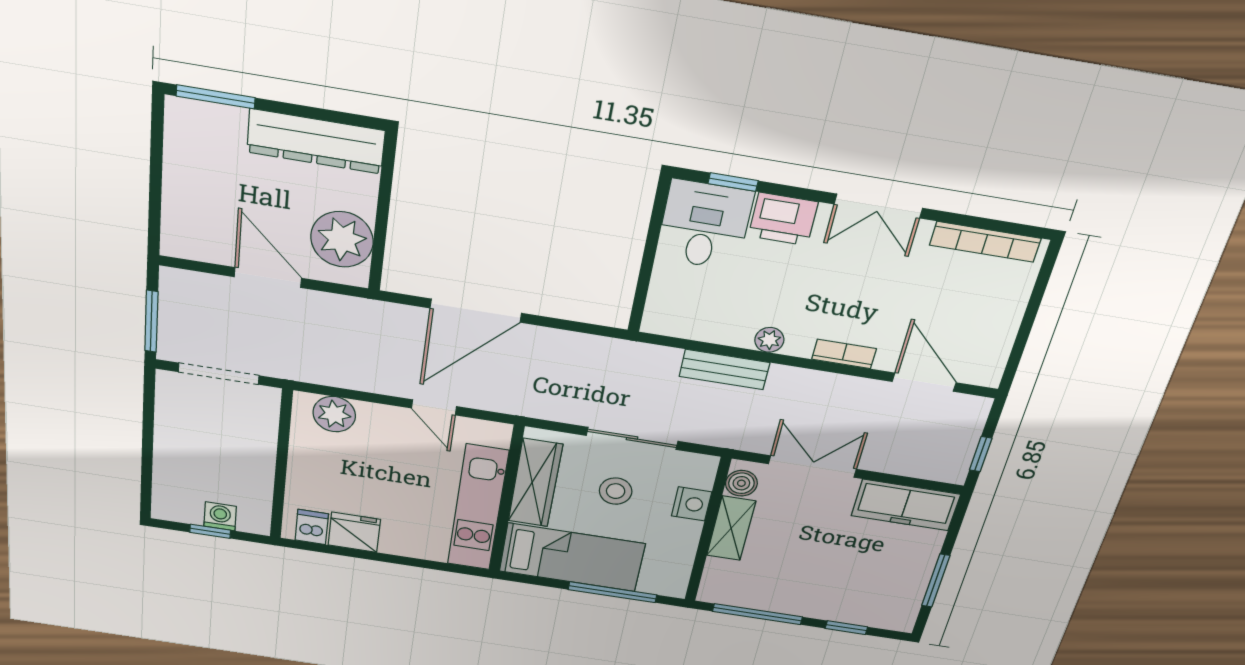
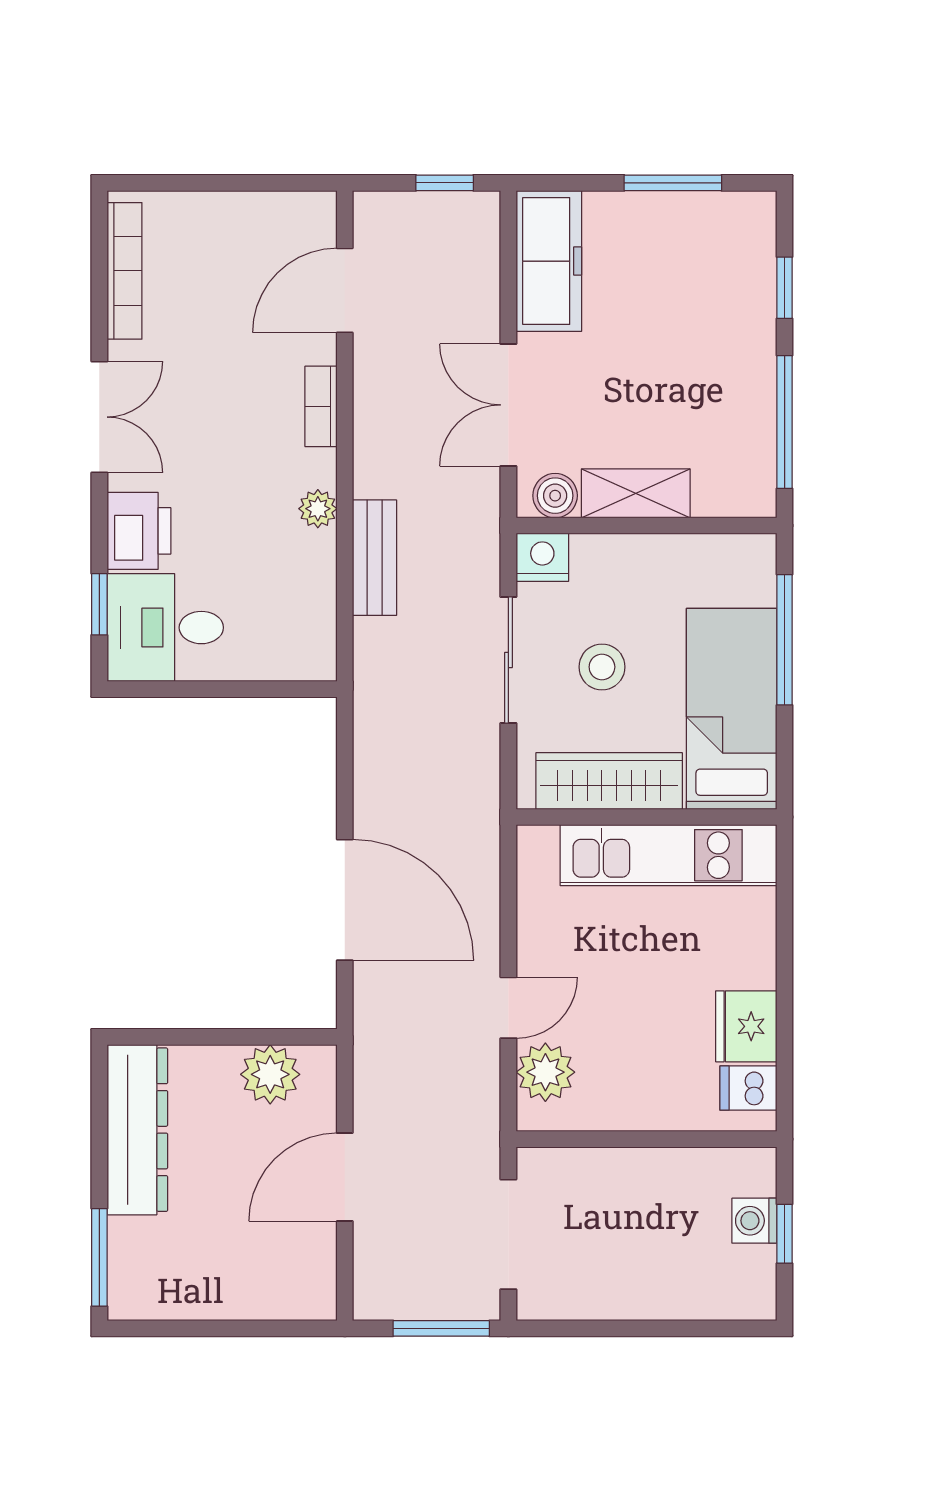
plant: (342, 239) -> (270, 1074), width x0.73, depth x0.73
door: (434, 407) -> (508, 1008), moved
nightstand: (691, 504) -> (542, 557), moved

